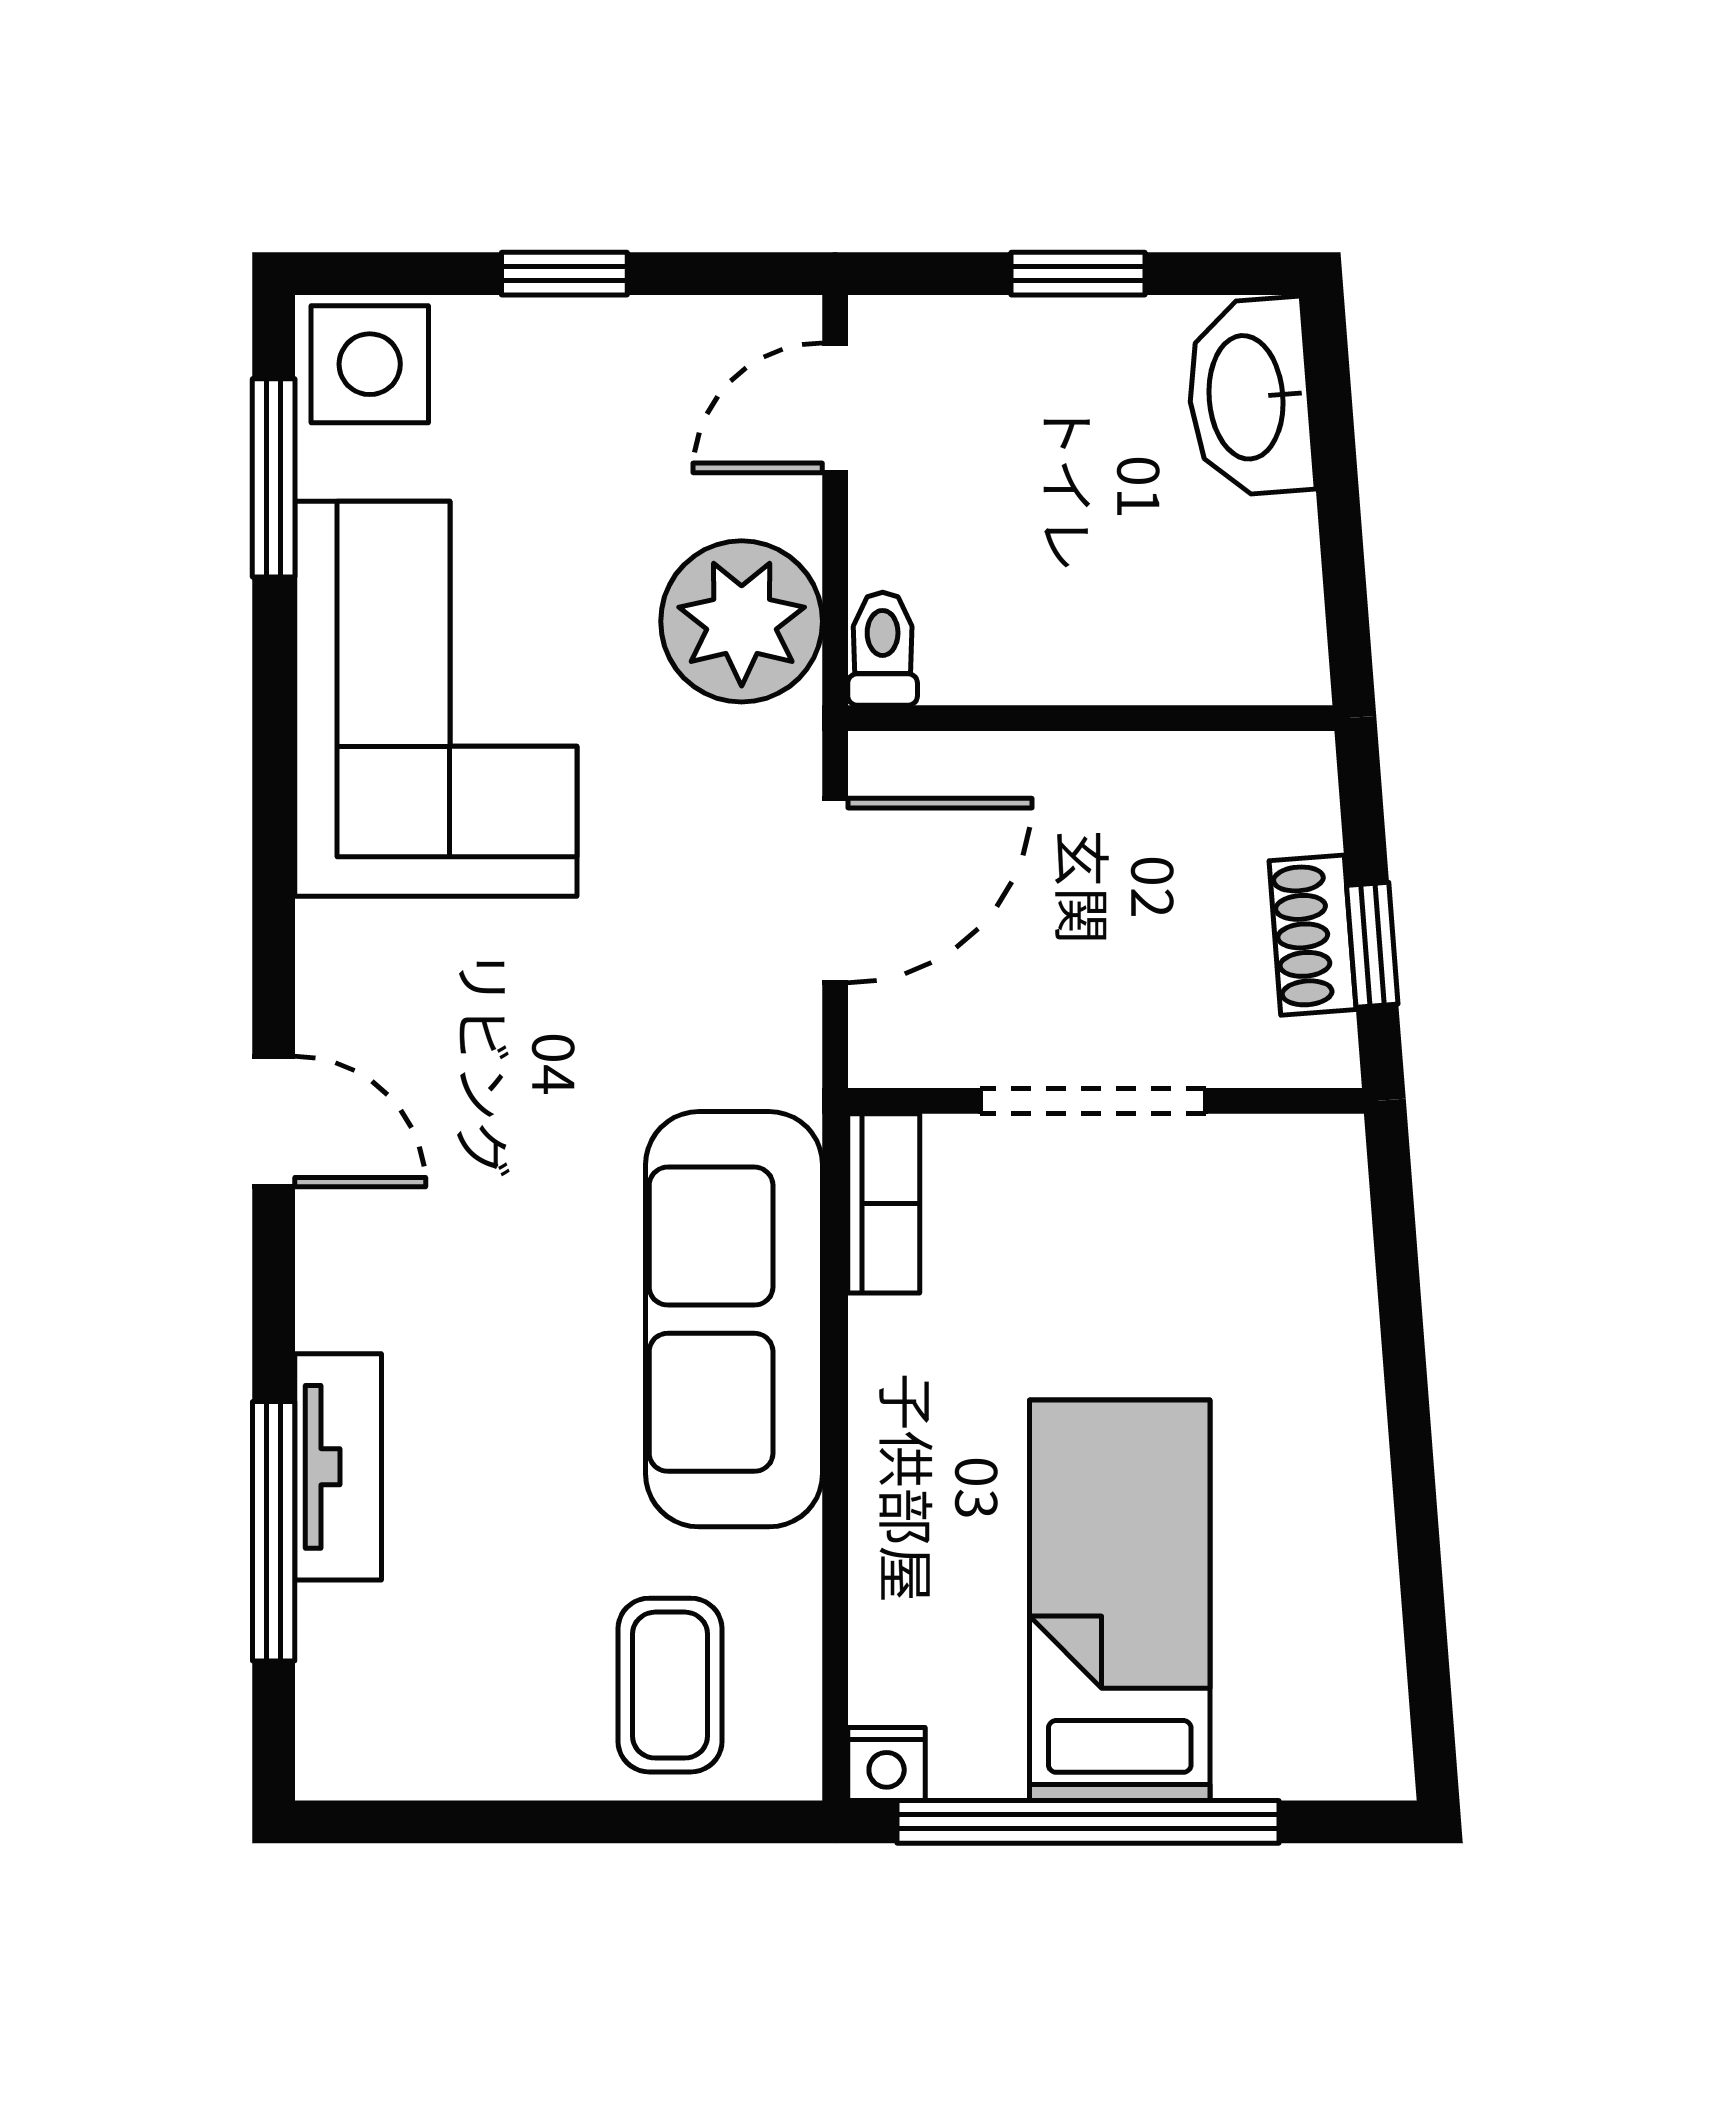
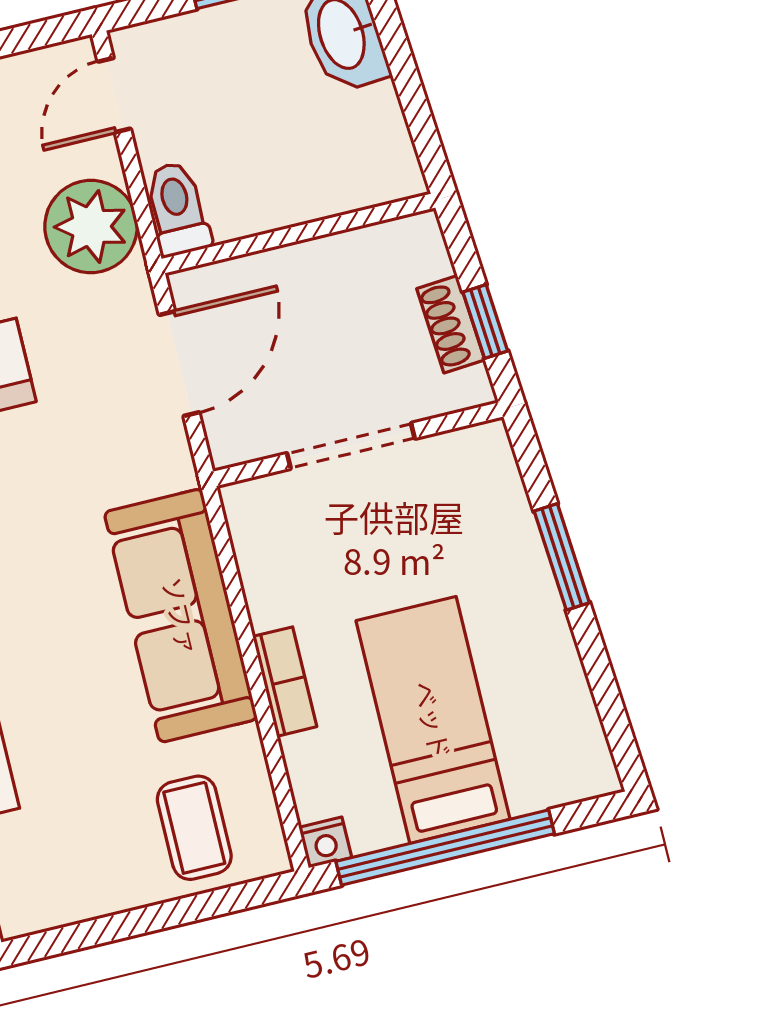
toilet: (883, 649) -> (177, 209), width x1.37, depth x1.39
bookcase: (884, 1203) -> (285, 682), moved
window: (1406, 1376) -> (562, 557), added

